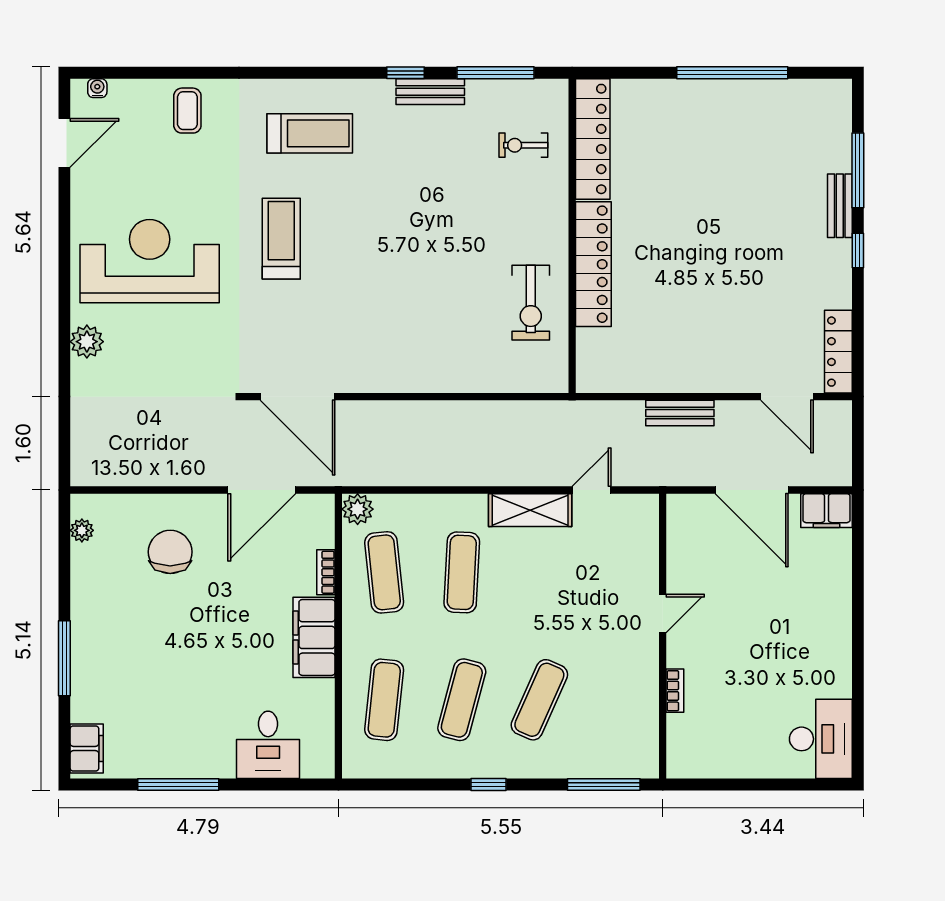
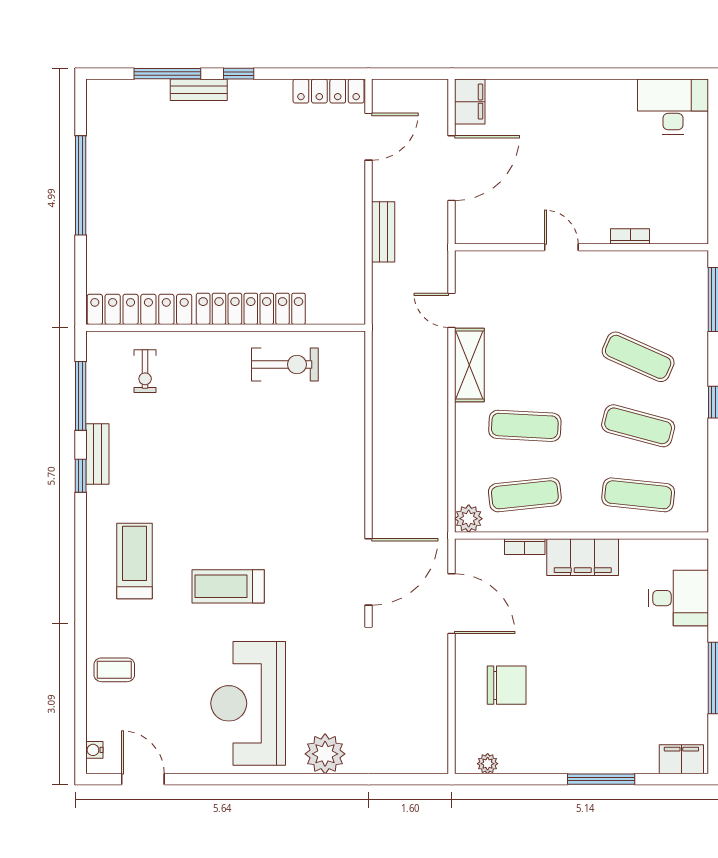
plant: (87, 342) -> (325, 754), width x1.36, depth x1.36
chair: (170, 552) -> (507, 685), turned 180

